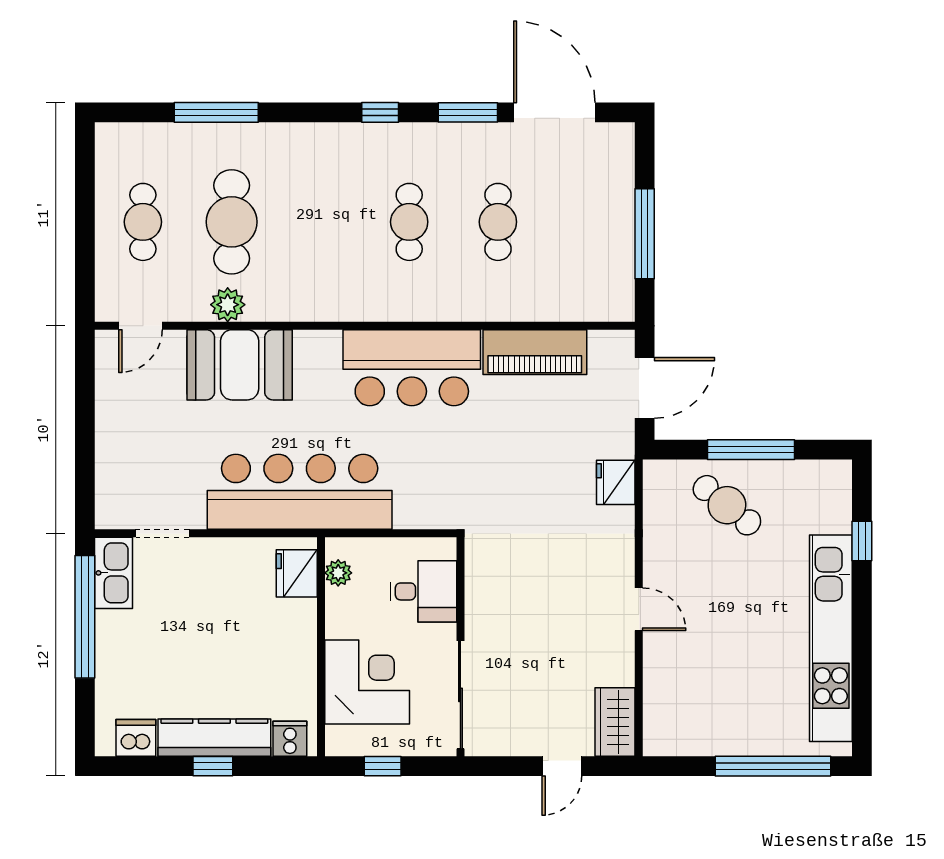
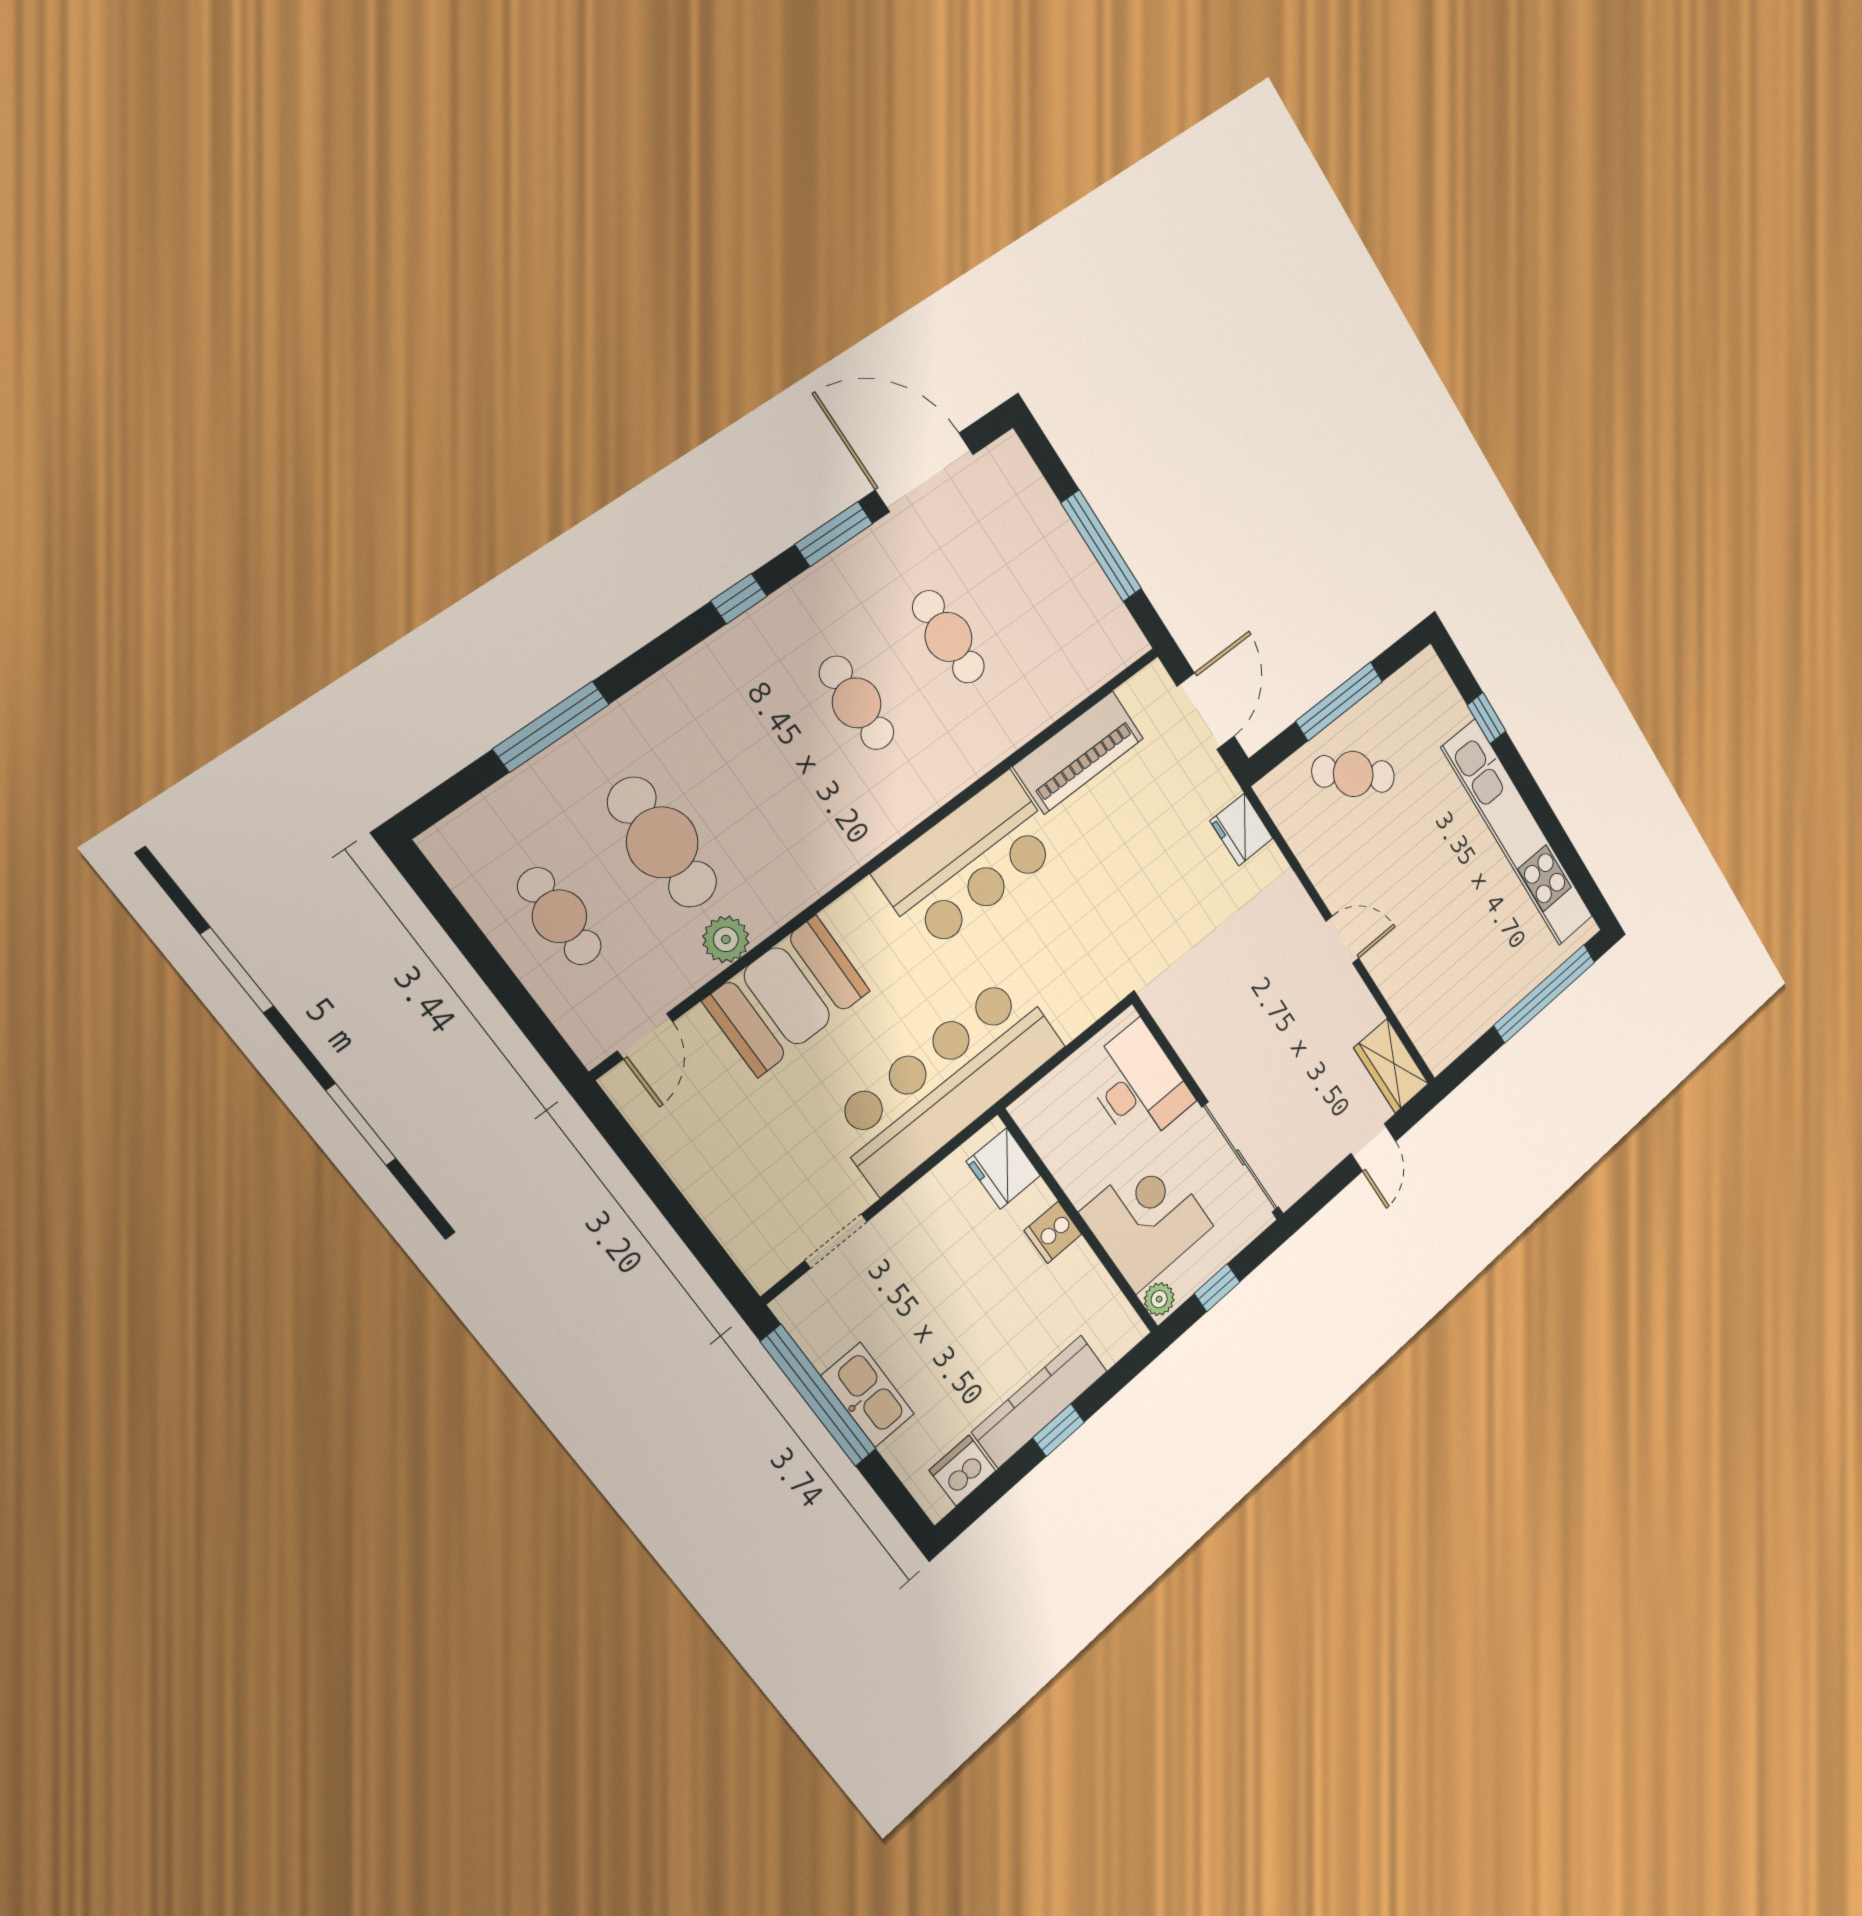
kitchen sink: (114, 573) -> (868, 1395), moved
plant: (338, 573) -> (1159, 1299), moved
desk: (423, 591) -> (1138, 1085), width x1.37
cooker: (290, 739) -> (1053, 1232), moved, turned -90

